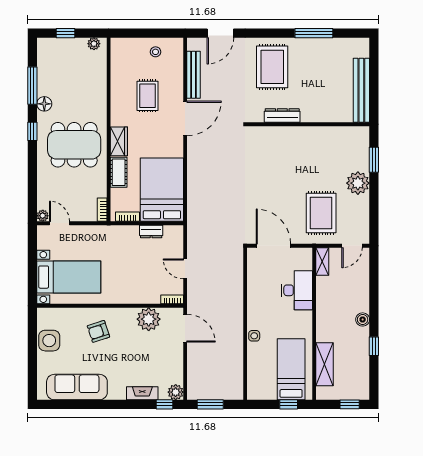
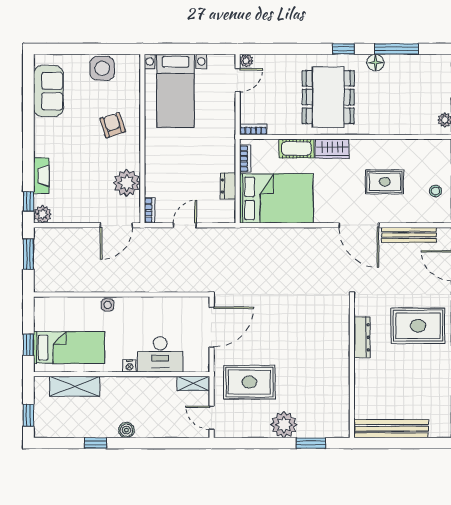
nightstand: (307, 317) -> (130, 366), added
sofa: (77, 387) -> (48, 91), width x0.73

